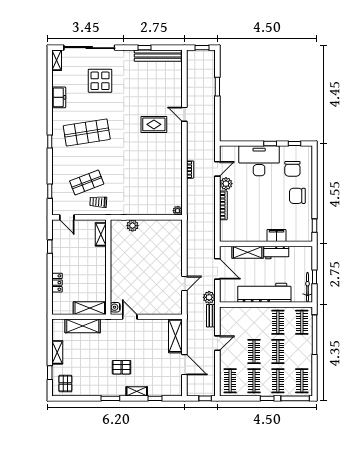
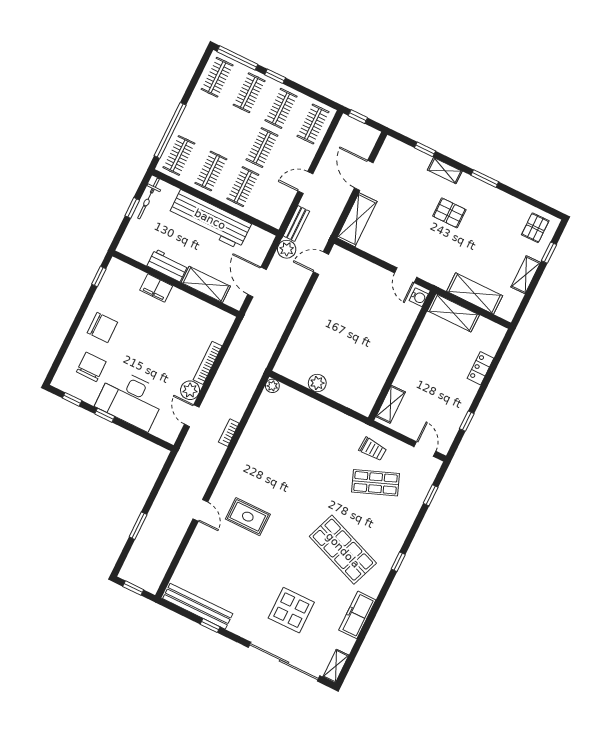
freezer: (59, 97) -> (357, 615), width x1.40
shop shelf: (87, 133) -> (343, 550), turned 30
door: (217, 169) -> (192, 416), hinge flipped
plant: (132, 226) -> (317, 383), moved
door: (184, 284) -> (321, 263), moved
clothes rail: (278, 351) -> (243, 187), moved

